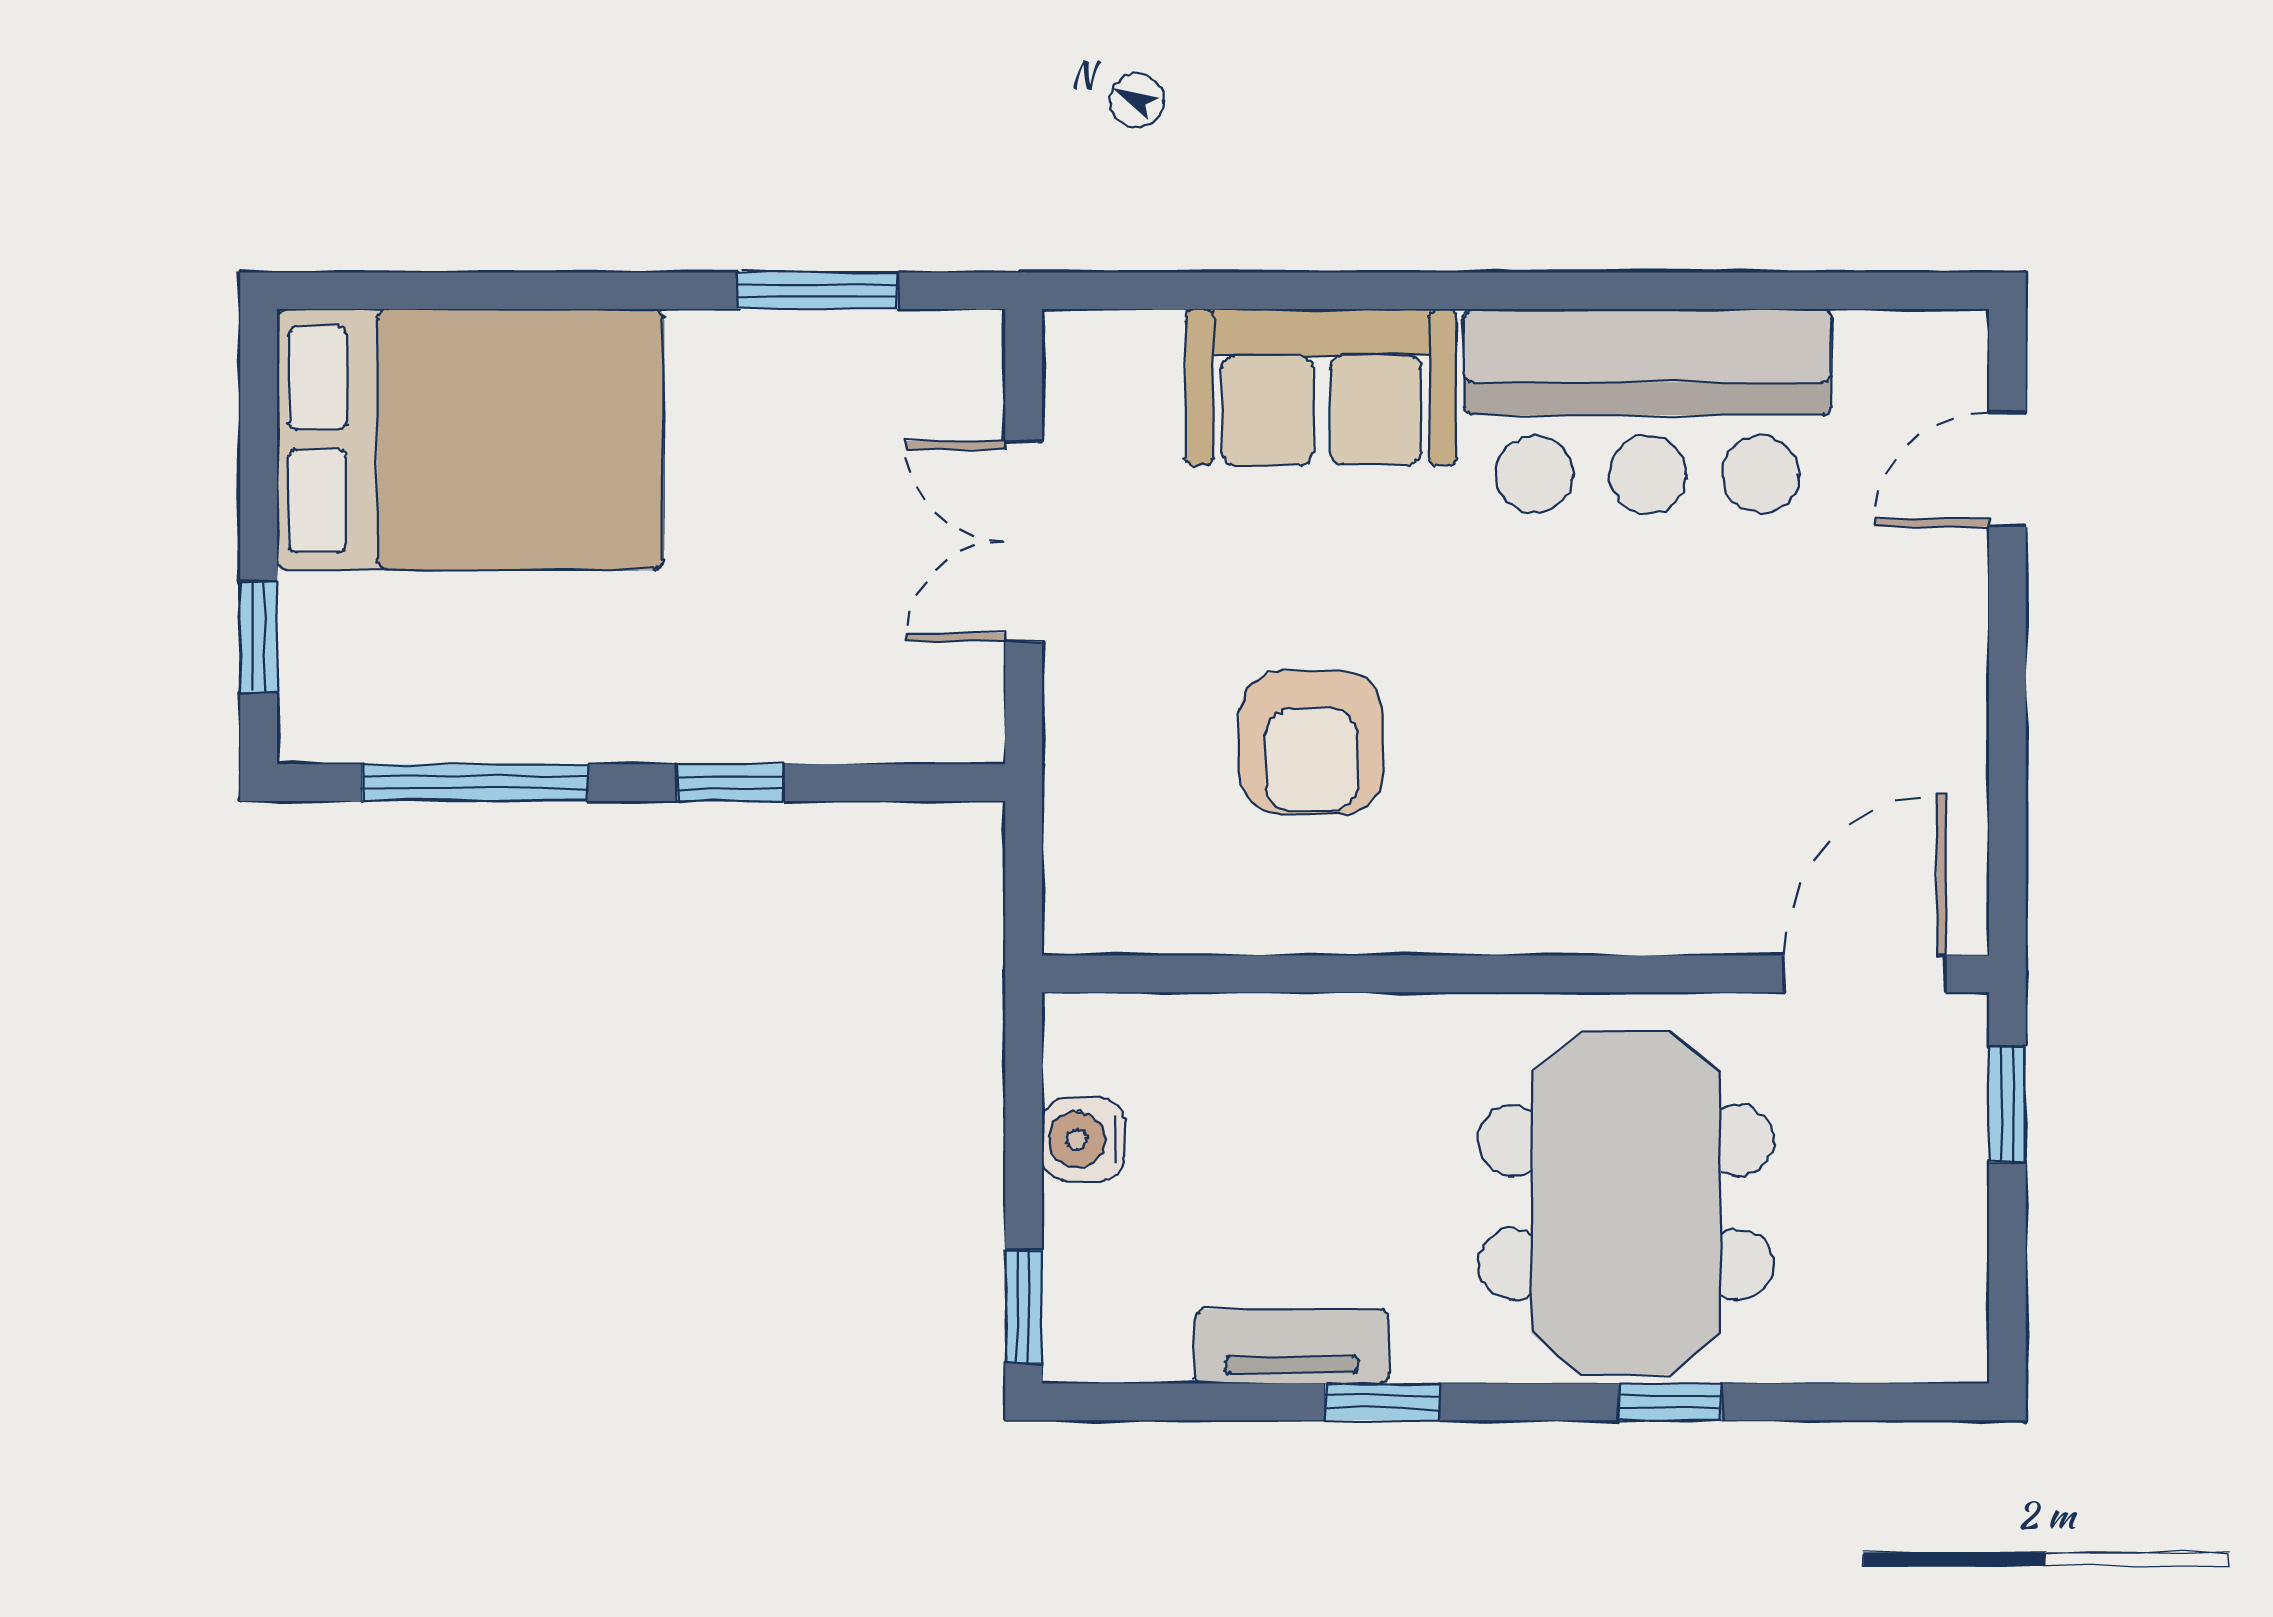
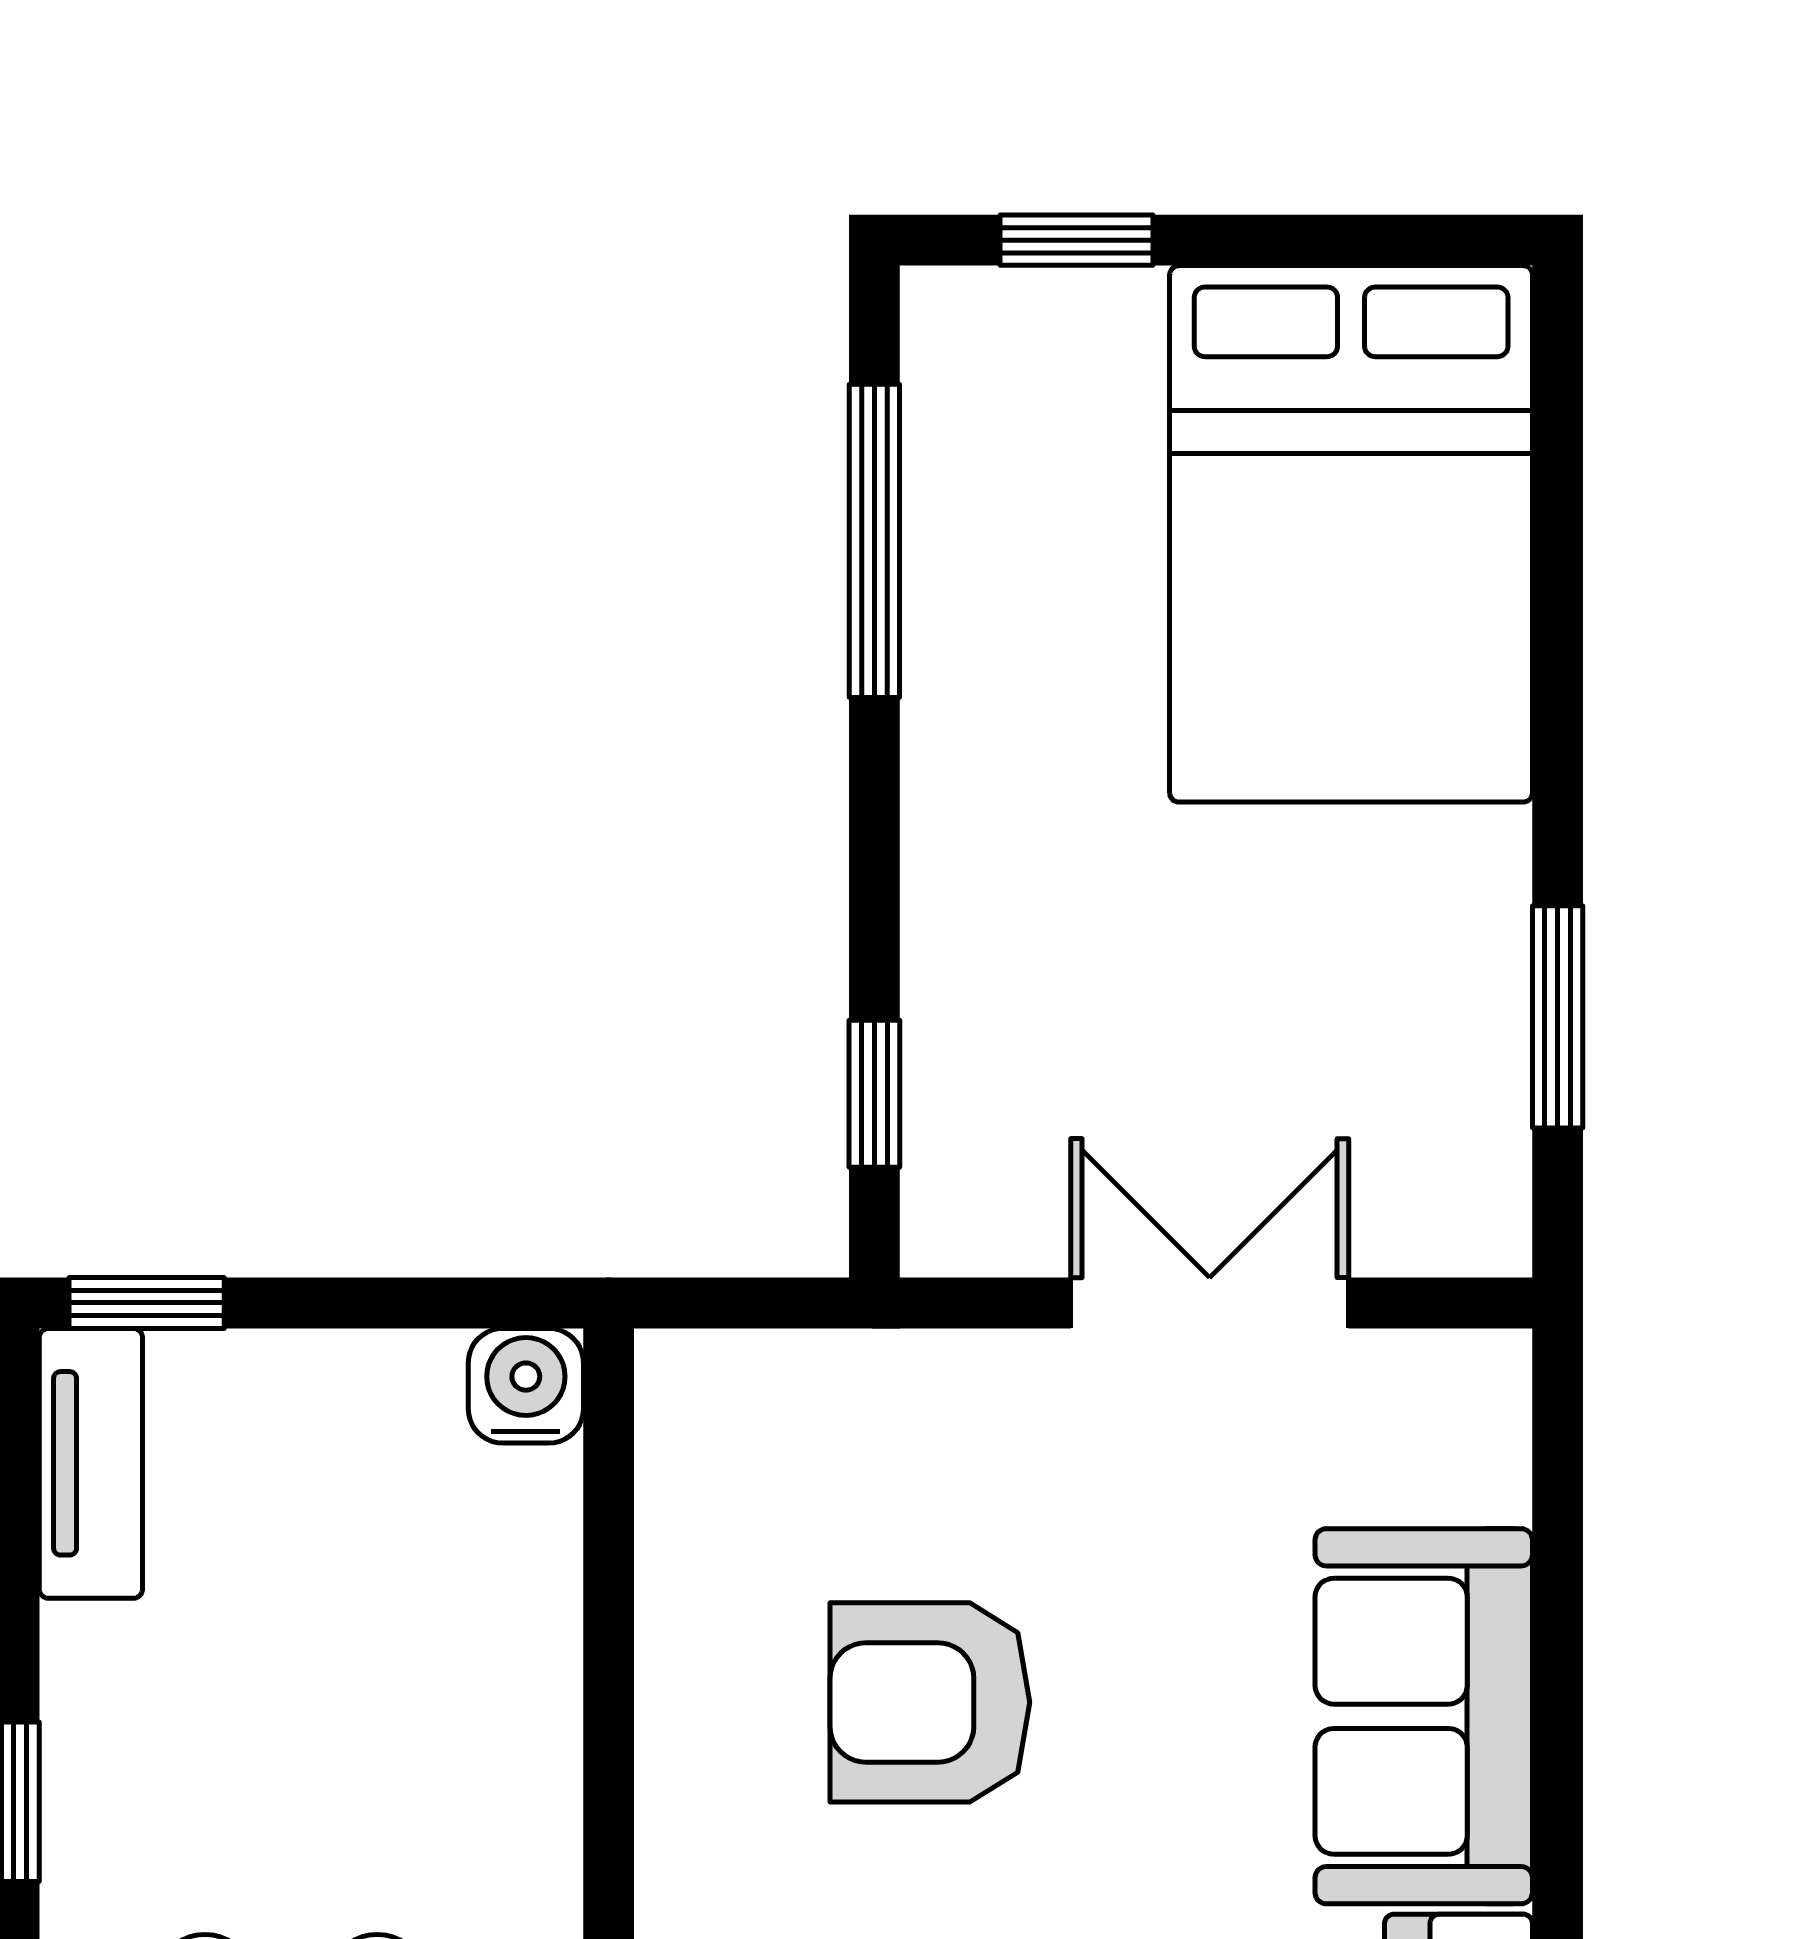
window: (730, 783) -> (874, 1094), moved
water cooler: (1083, 1139) -> (526, 1386), moved
tv unit: (1292, 1347) -> (91, 1463), moved

